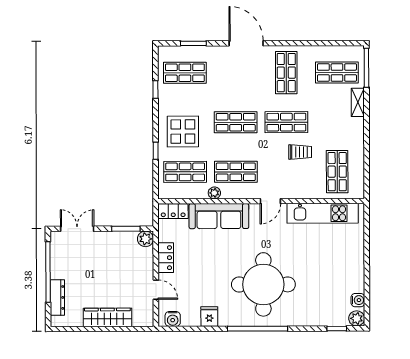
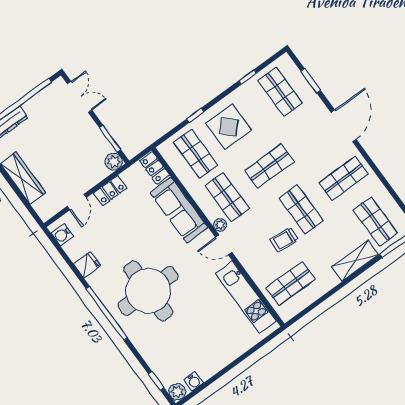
shelving: (358, 102) -> (355, 261), width x1.50, depth x1.33
shop shelf: (236, 122) -> (270, 166), turned 90
trolley: (300, 152) -> (284, 240), turned 95
plant: (214, 193) -> (220, 225), moved

